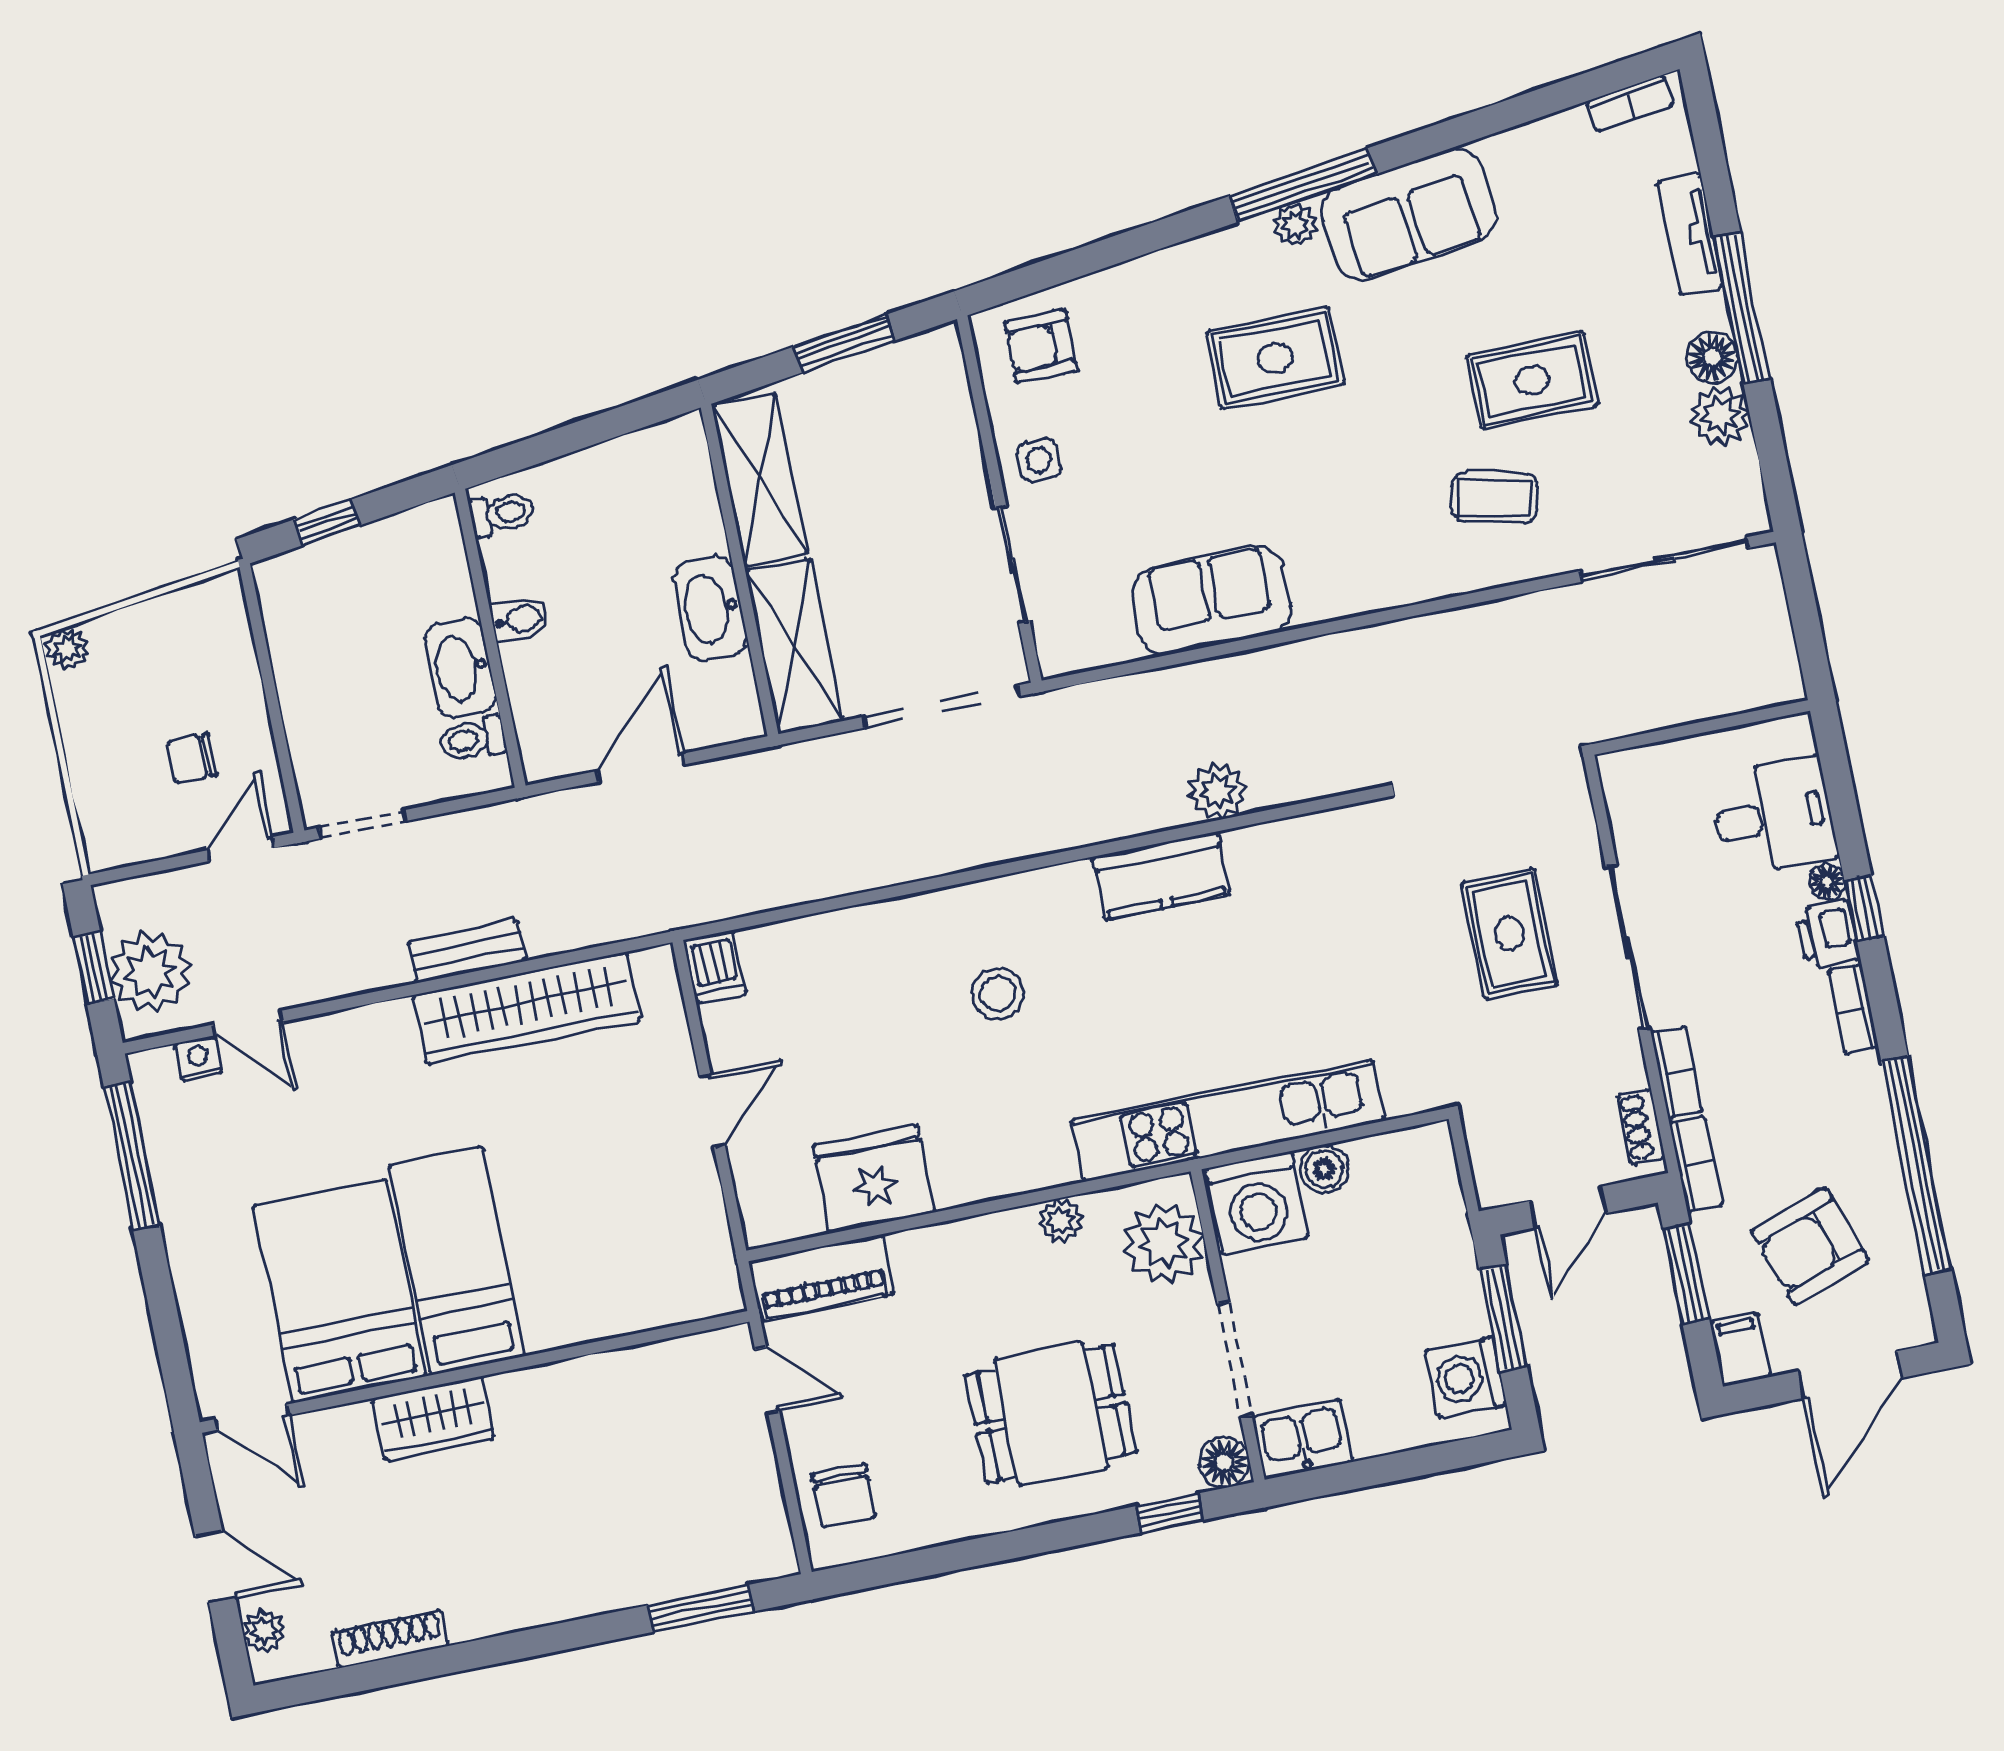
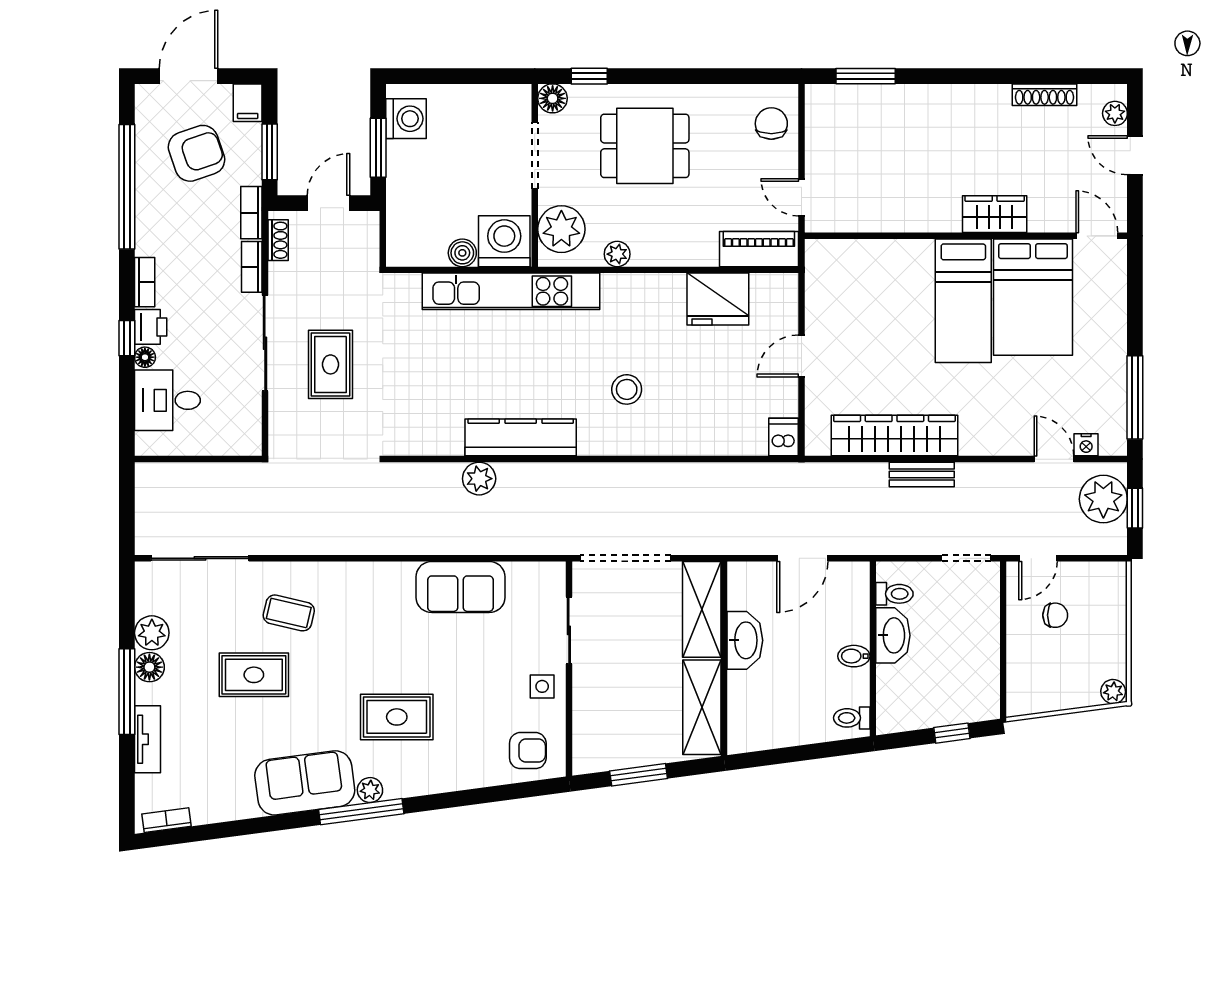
kitchen counter: (1161, 876) -> (521, 437), width x1.50
kitchen sink: (1302, 1439) -> (506, 103), removed

